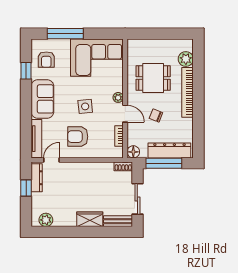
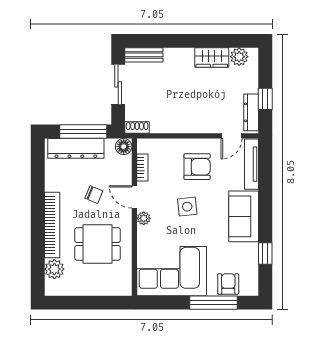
armchair: (46, 60) -> (228, 284), moved
wardrobe: (90, 219) -> (212, 58), moved

